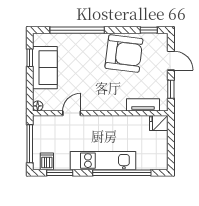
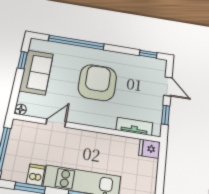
armchair: (124, 53) -> (97, 83), moved, turned -97
dishwasher: (47, 161) -> (36, 175), moved

